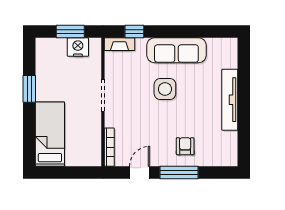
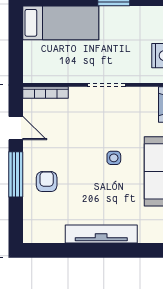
side table: (165, 89) -> (114, 158), width x0.54, depth x0.54
armchair: (185, 146) -> (47, 182), turned -90

